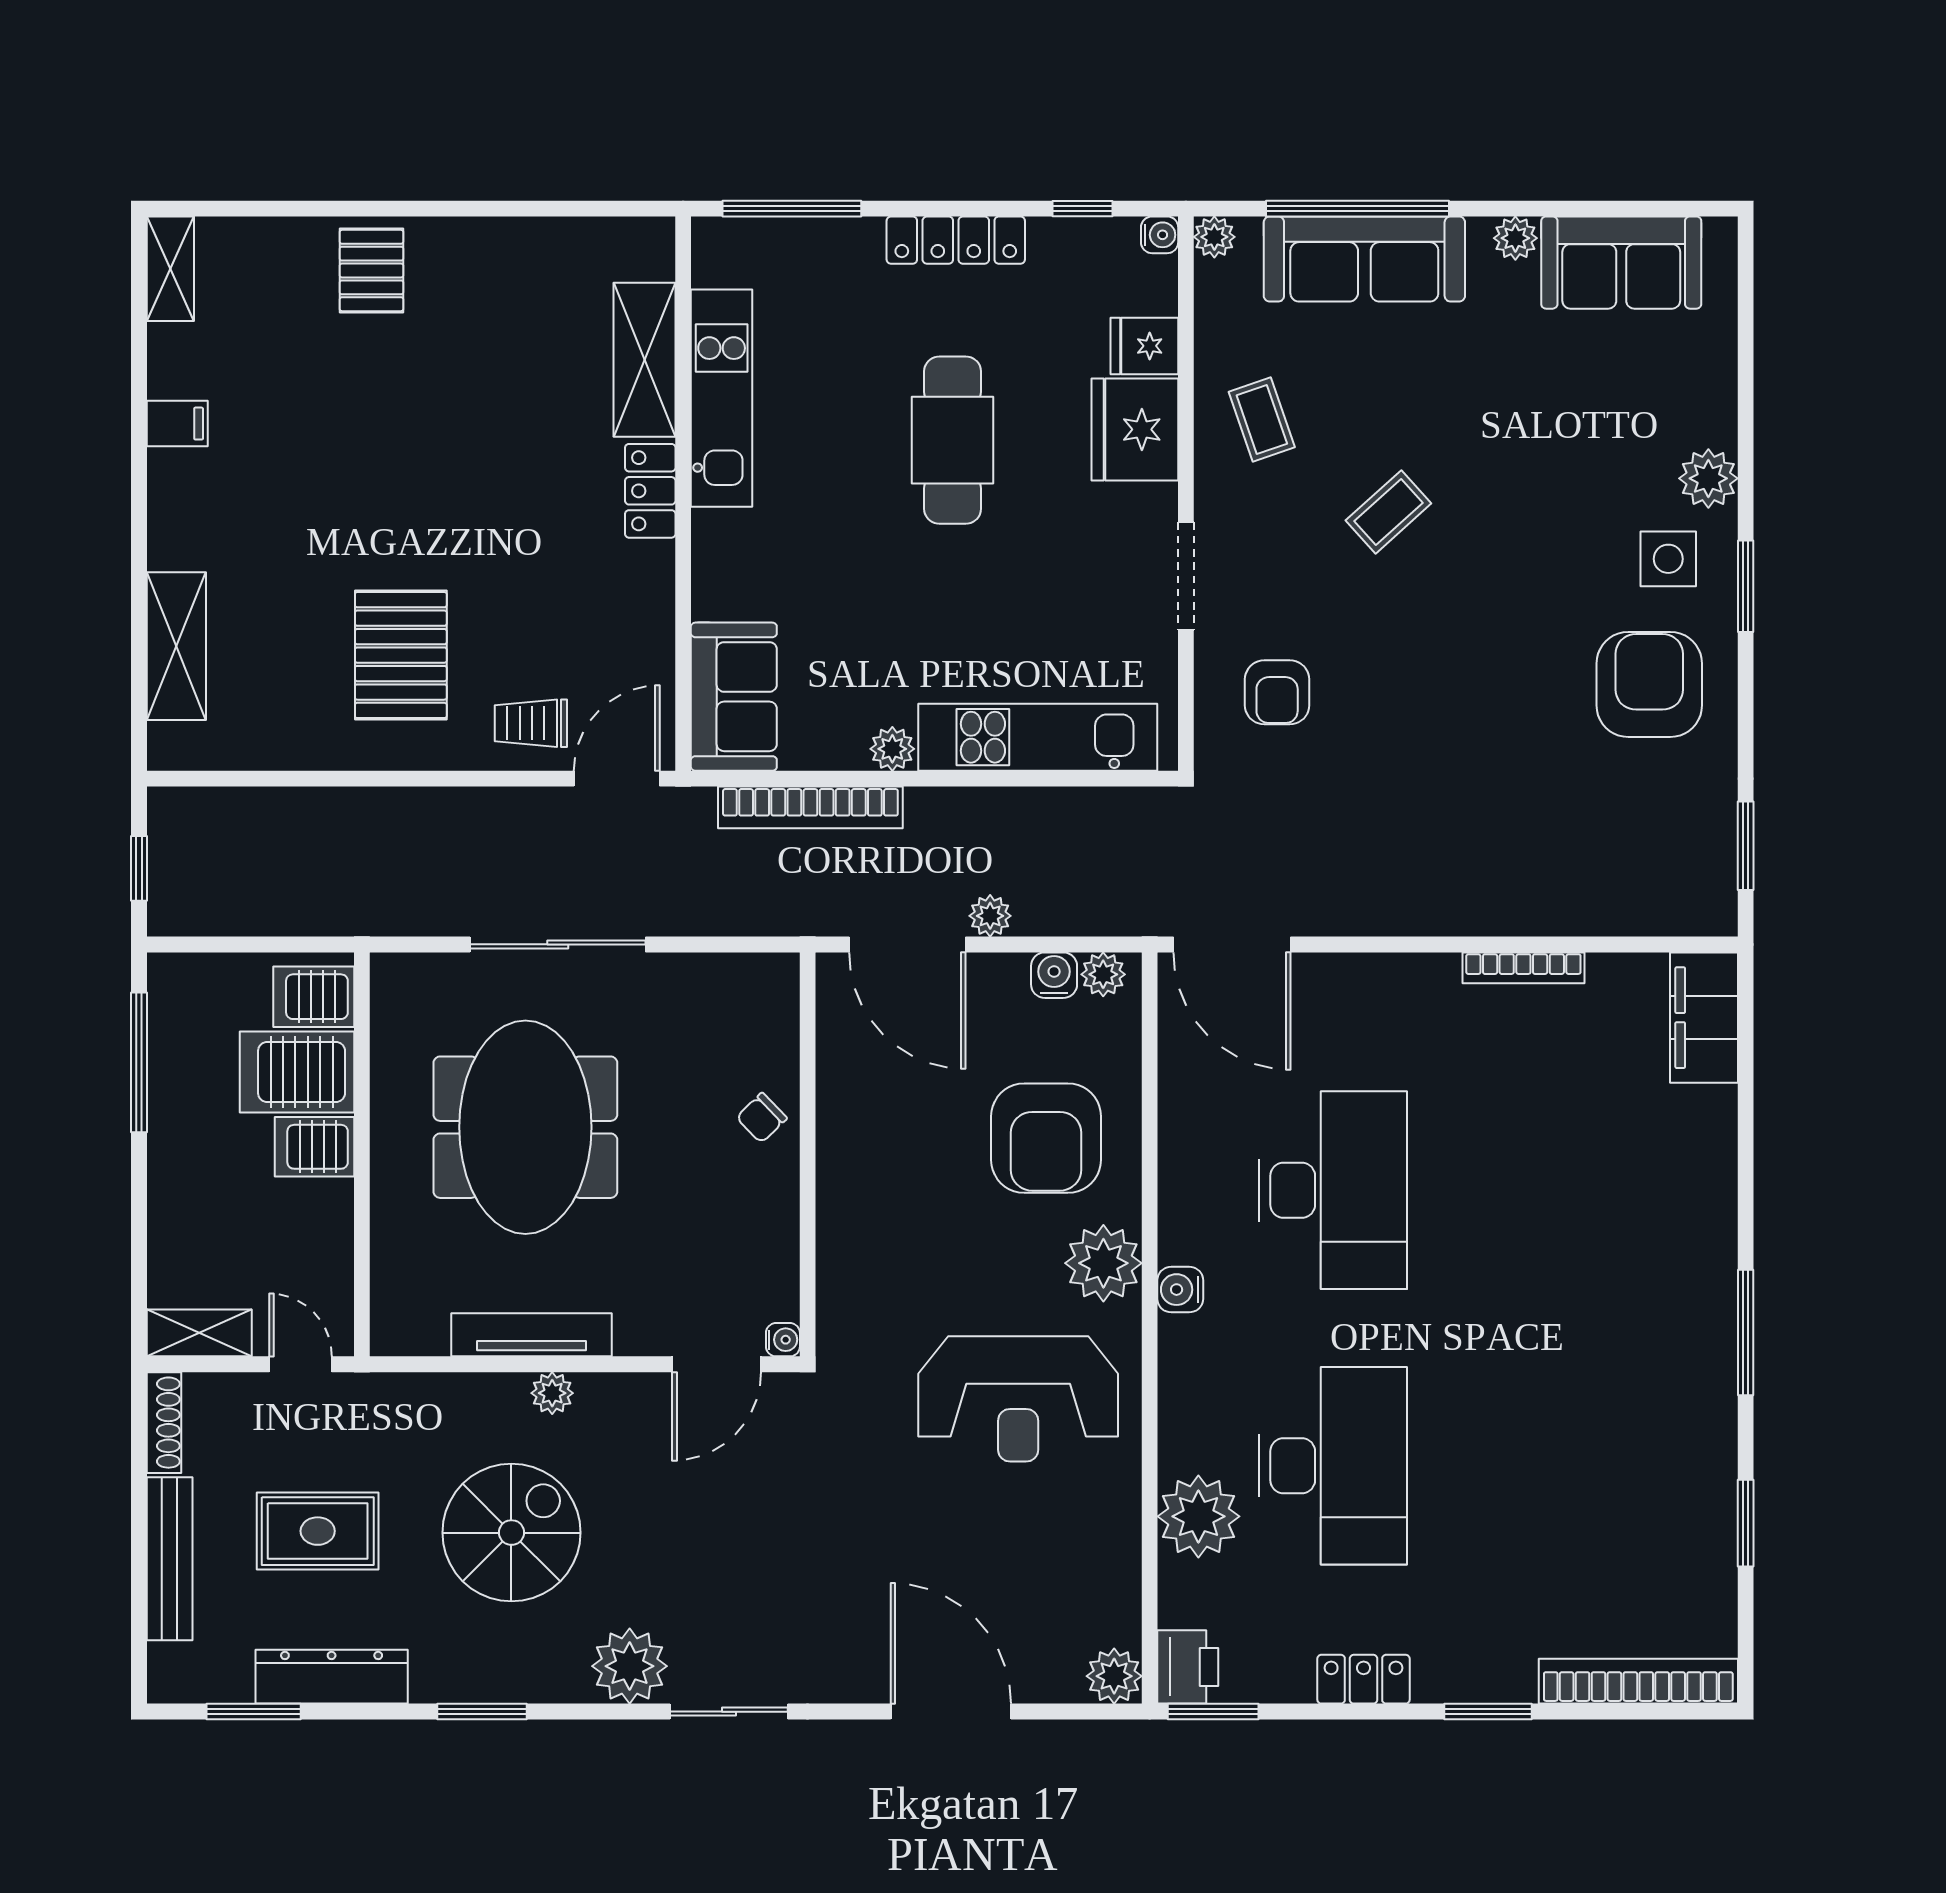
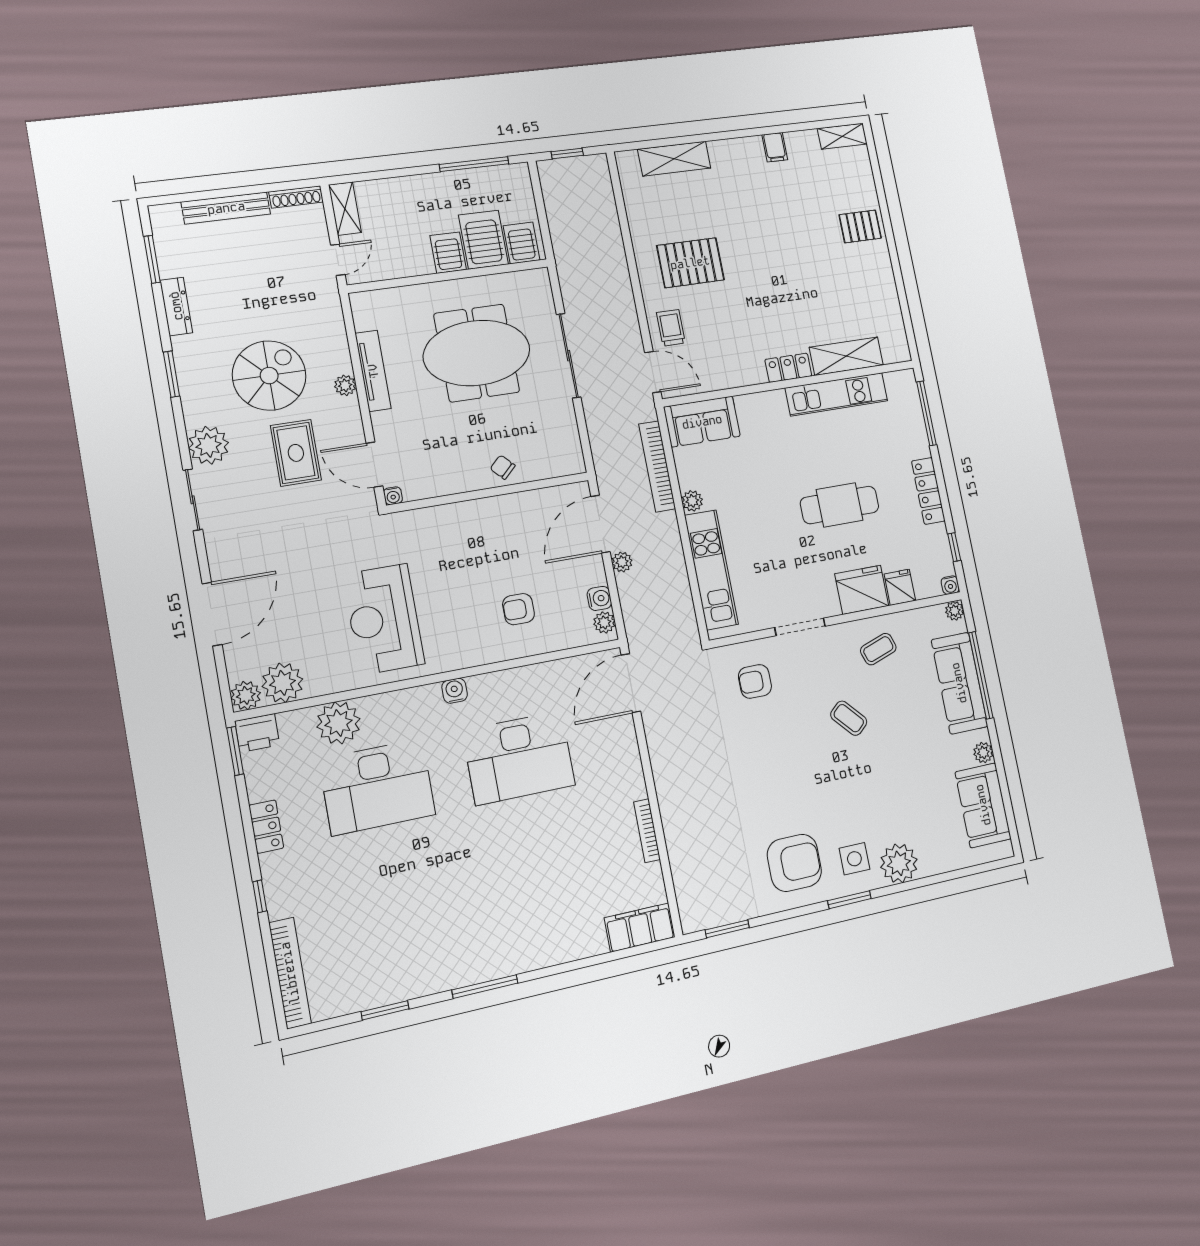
plant: (1708, 478) -> (899, 863), width x1.36, depth x1.36
armchair: (1046, 1138) -> (518, 609), width x0.53, depth x0.53
plant: (1103, 1263) -> (283, 683), moved
rug: (318, 1531) -> (296, 453), moved
spiral stairs: (511, 1533) -> (269, 376), turned -90
dresser: (332, 1677) -> (176, 306), width x0.73, depth x0.80
window: (1488, 1712) -> (260, 896), width x0.67

